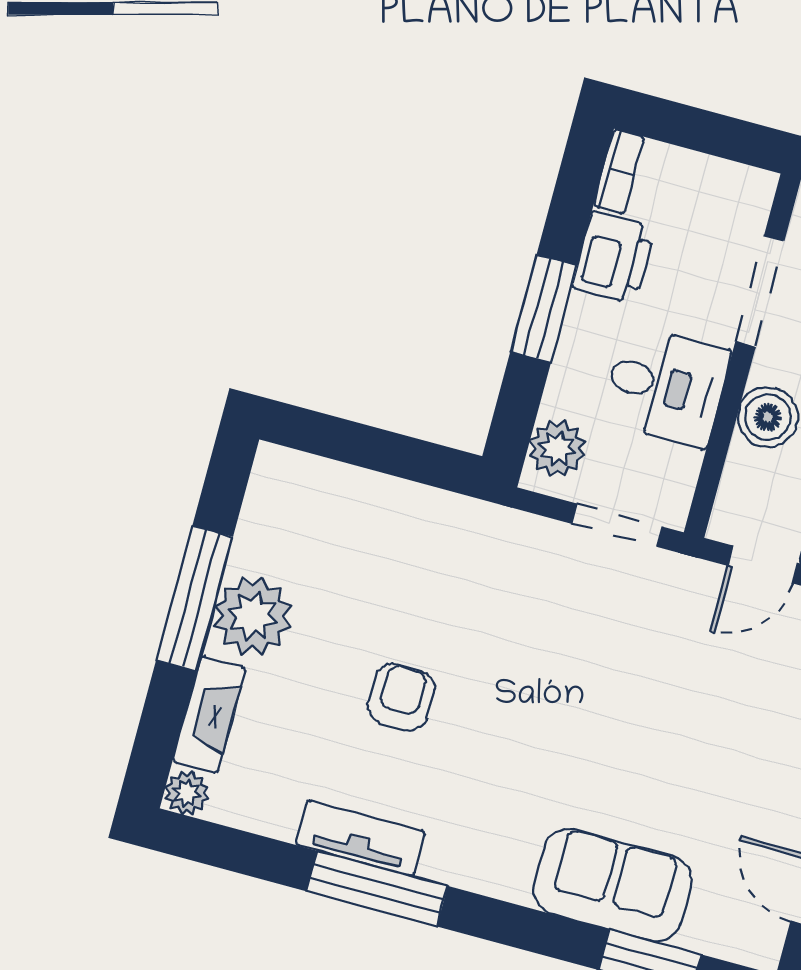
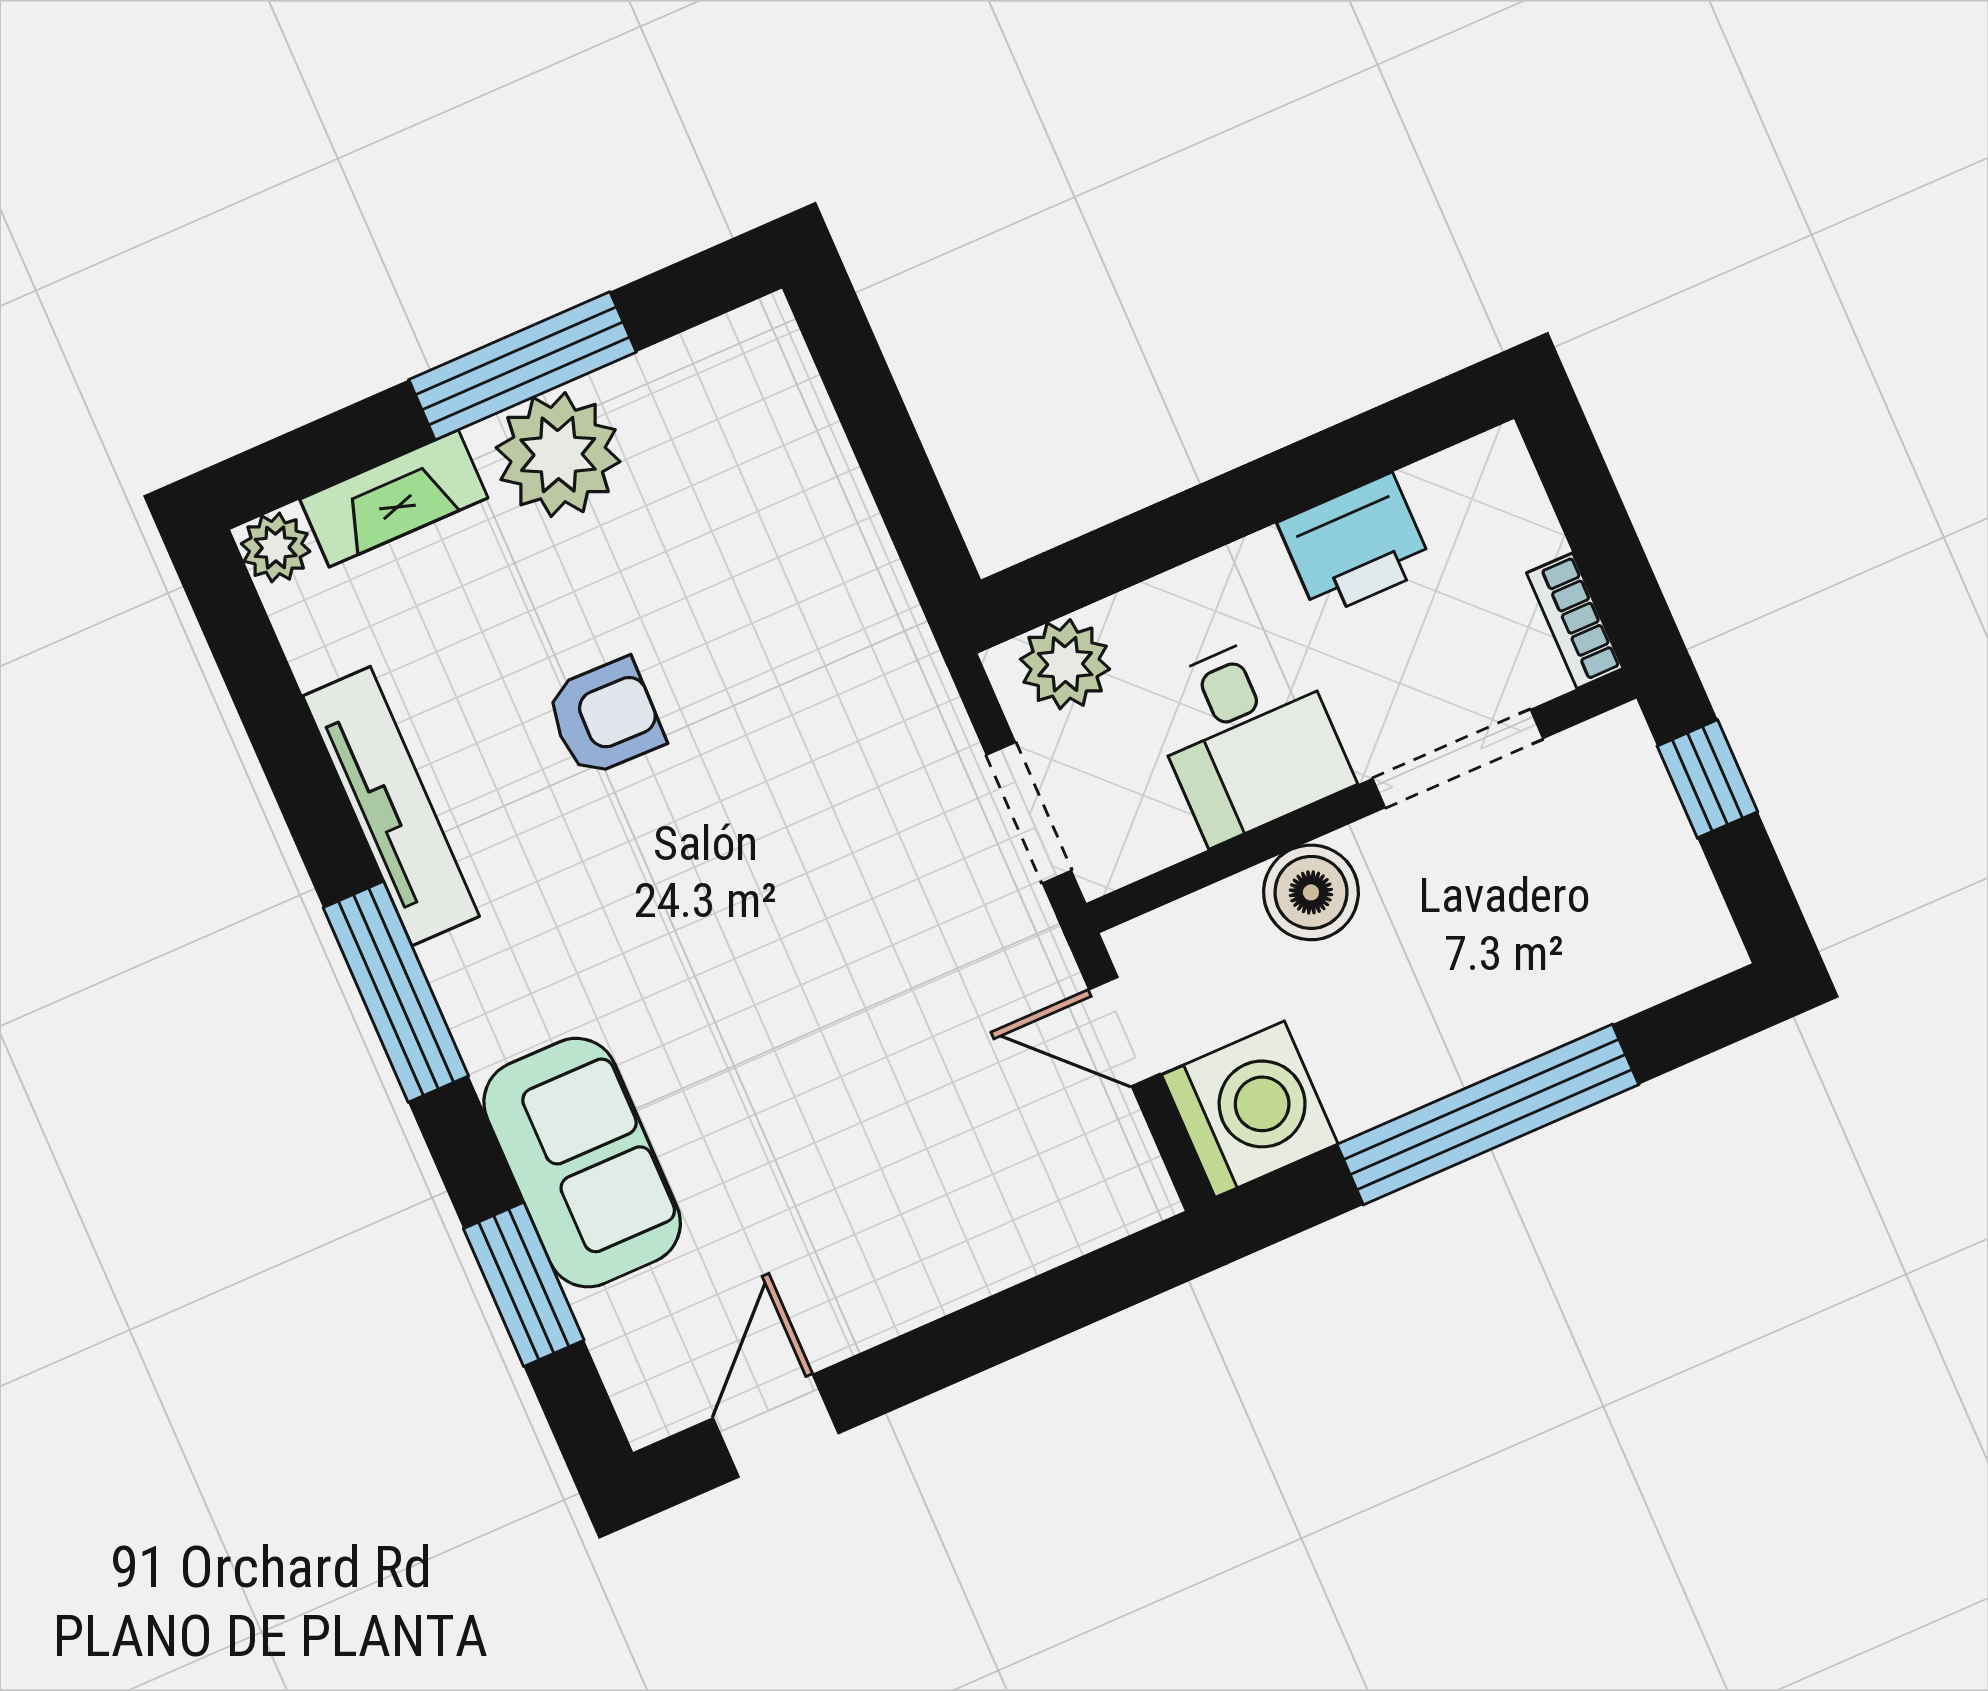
bookcase: (619, 171) -> (1575, 621), moved, turned 90
window: (544, 309) -> (1224, 510), removed
tv unit: (360, 838) -> (391, 806), width x1.41
window: (377, 889) -> (396, 992), moved

